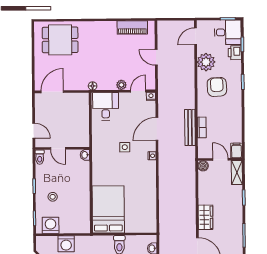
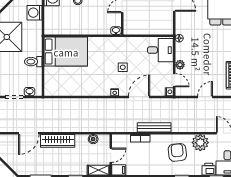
armchair: (217, 87) -> (177, 152), turned -93
bench: (190, 127) -> (154, 127), moved
door: (157, 129) -> (139, 97), hinge flipped
boiler: (203, 166) -> (93, 139), moved
wardrobe: (205, 217) -> (58, 141), width x1.50

